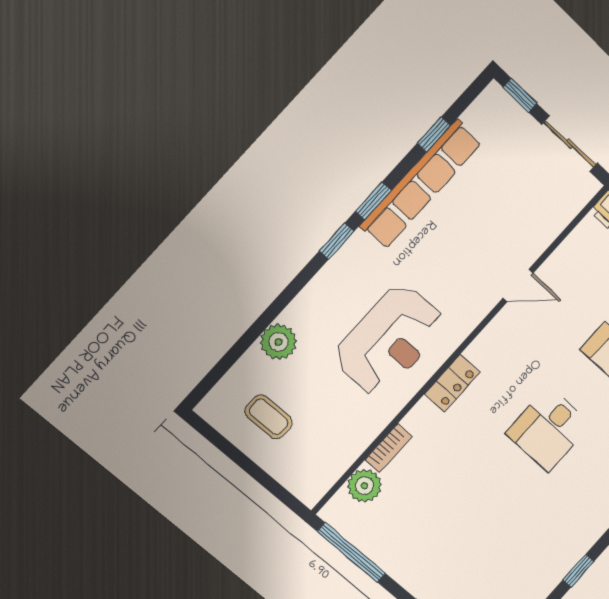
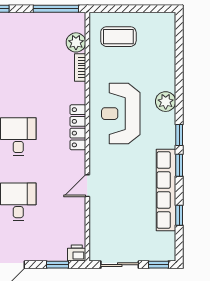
plant: (279, 342) -> (166, 102), moved
locker: (452, 383) -> (78, 127), width x1.53
coffee table: (268, 417) -> (118, 37), moved, width x1.36, depth x1.30

